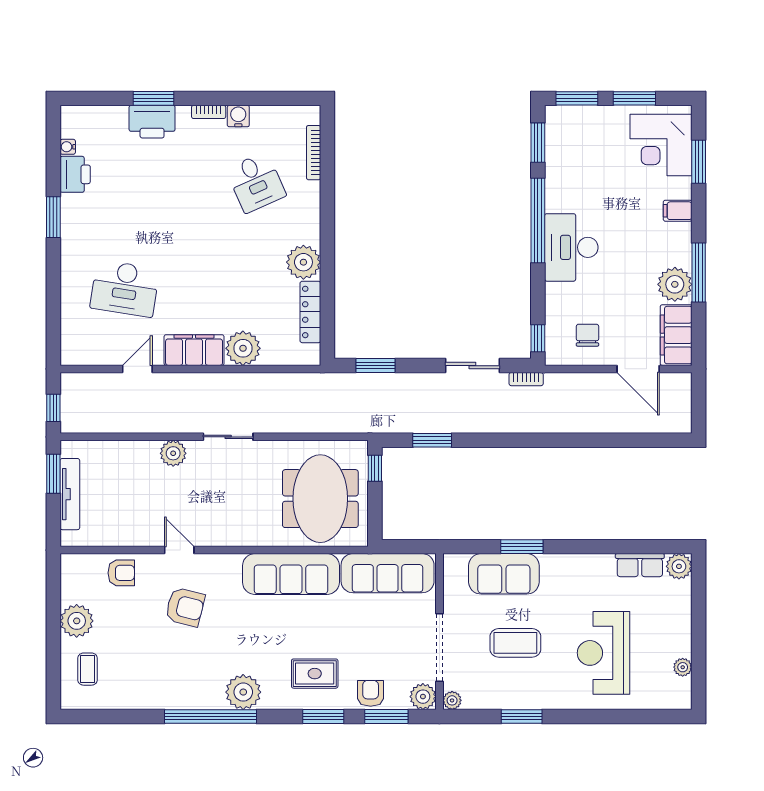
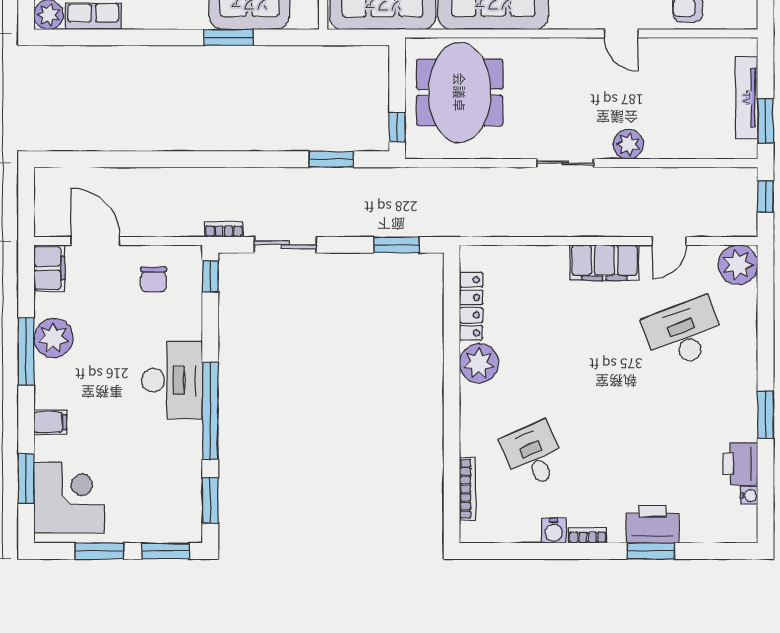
desk: (125, 288) -> (684, 333), turned -30
filing cabinet: (676, 335) -> (49, 268), width x0.67, depth x0.86
plant: (243, 348) -> (738, 265), moved

